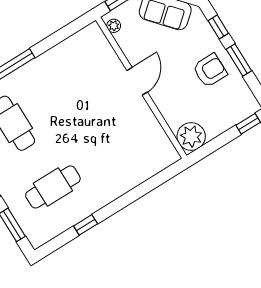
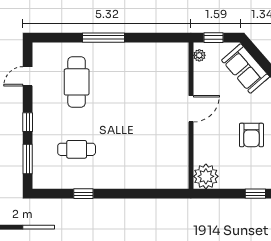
armchair: (210, 70) -> (251, 135), turned 90
cafe table: (53, 187) -> (77, 149), width x0.73, depth x0.74

